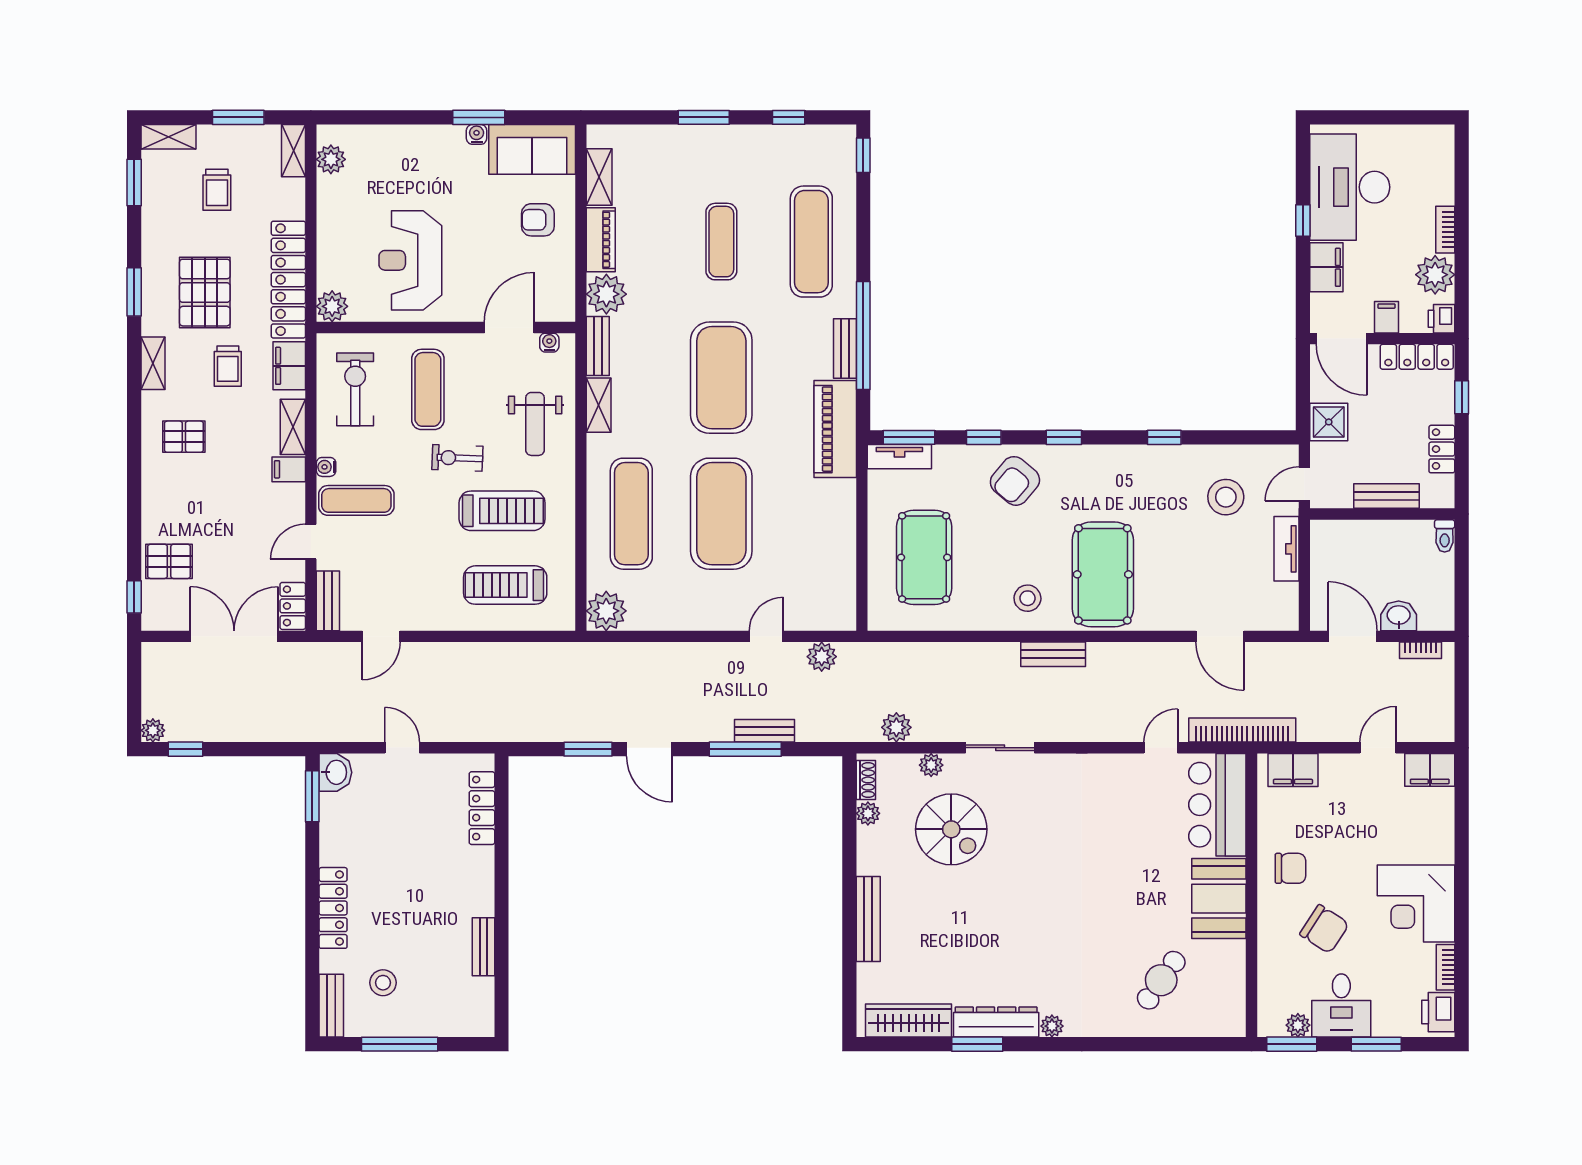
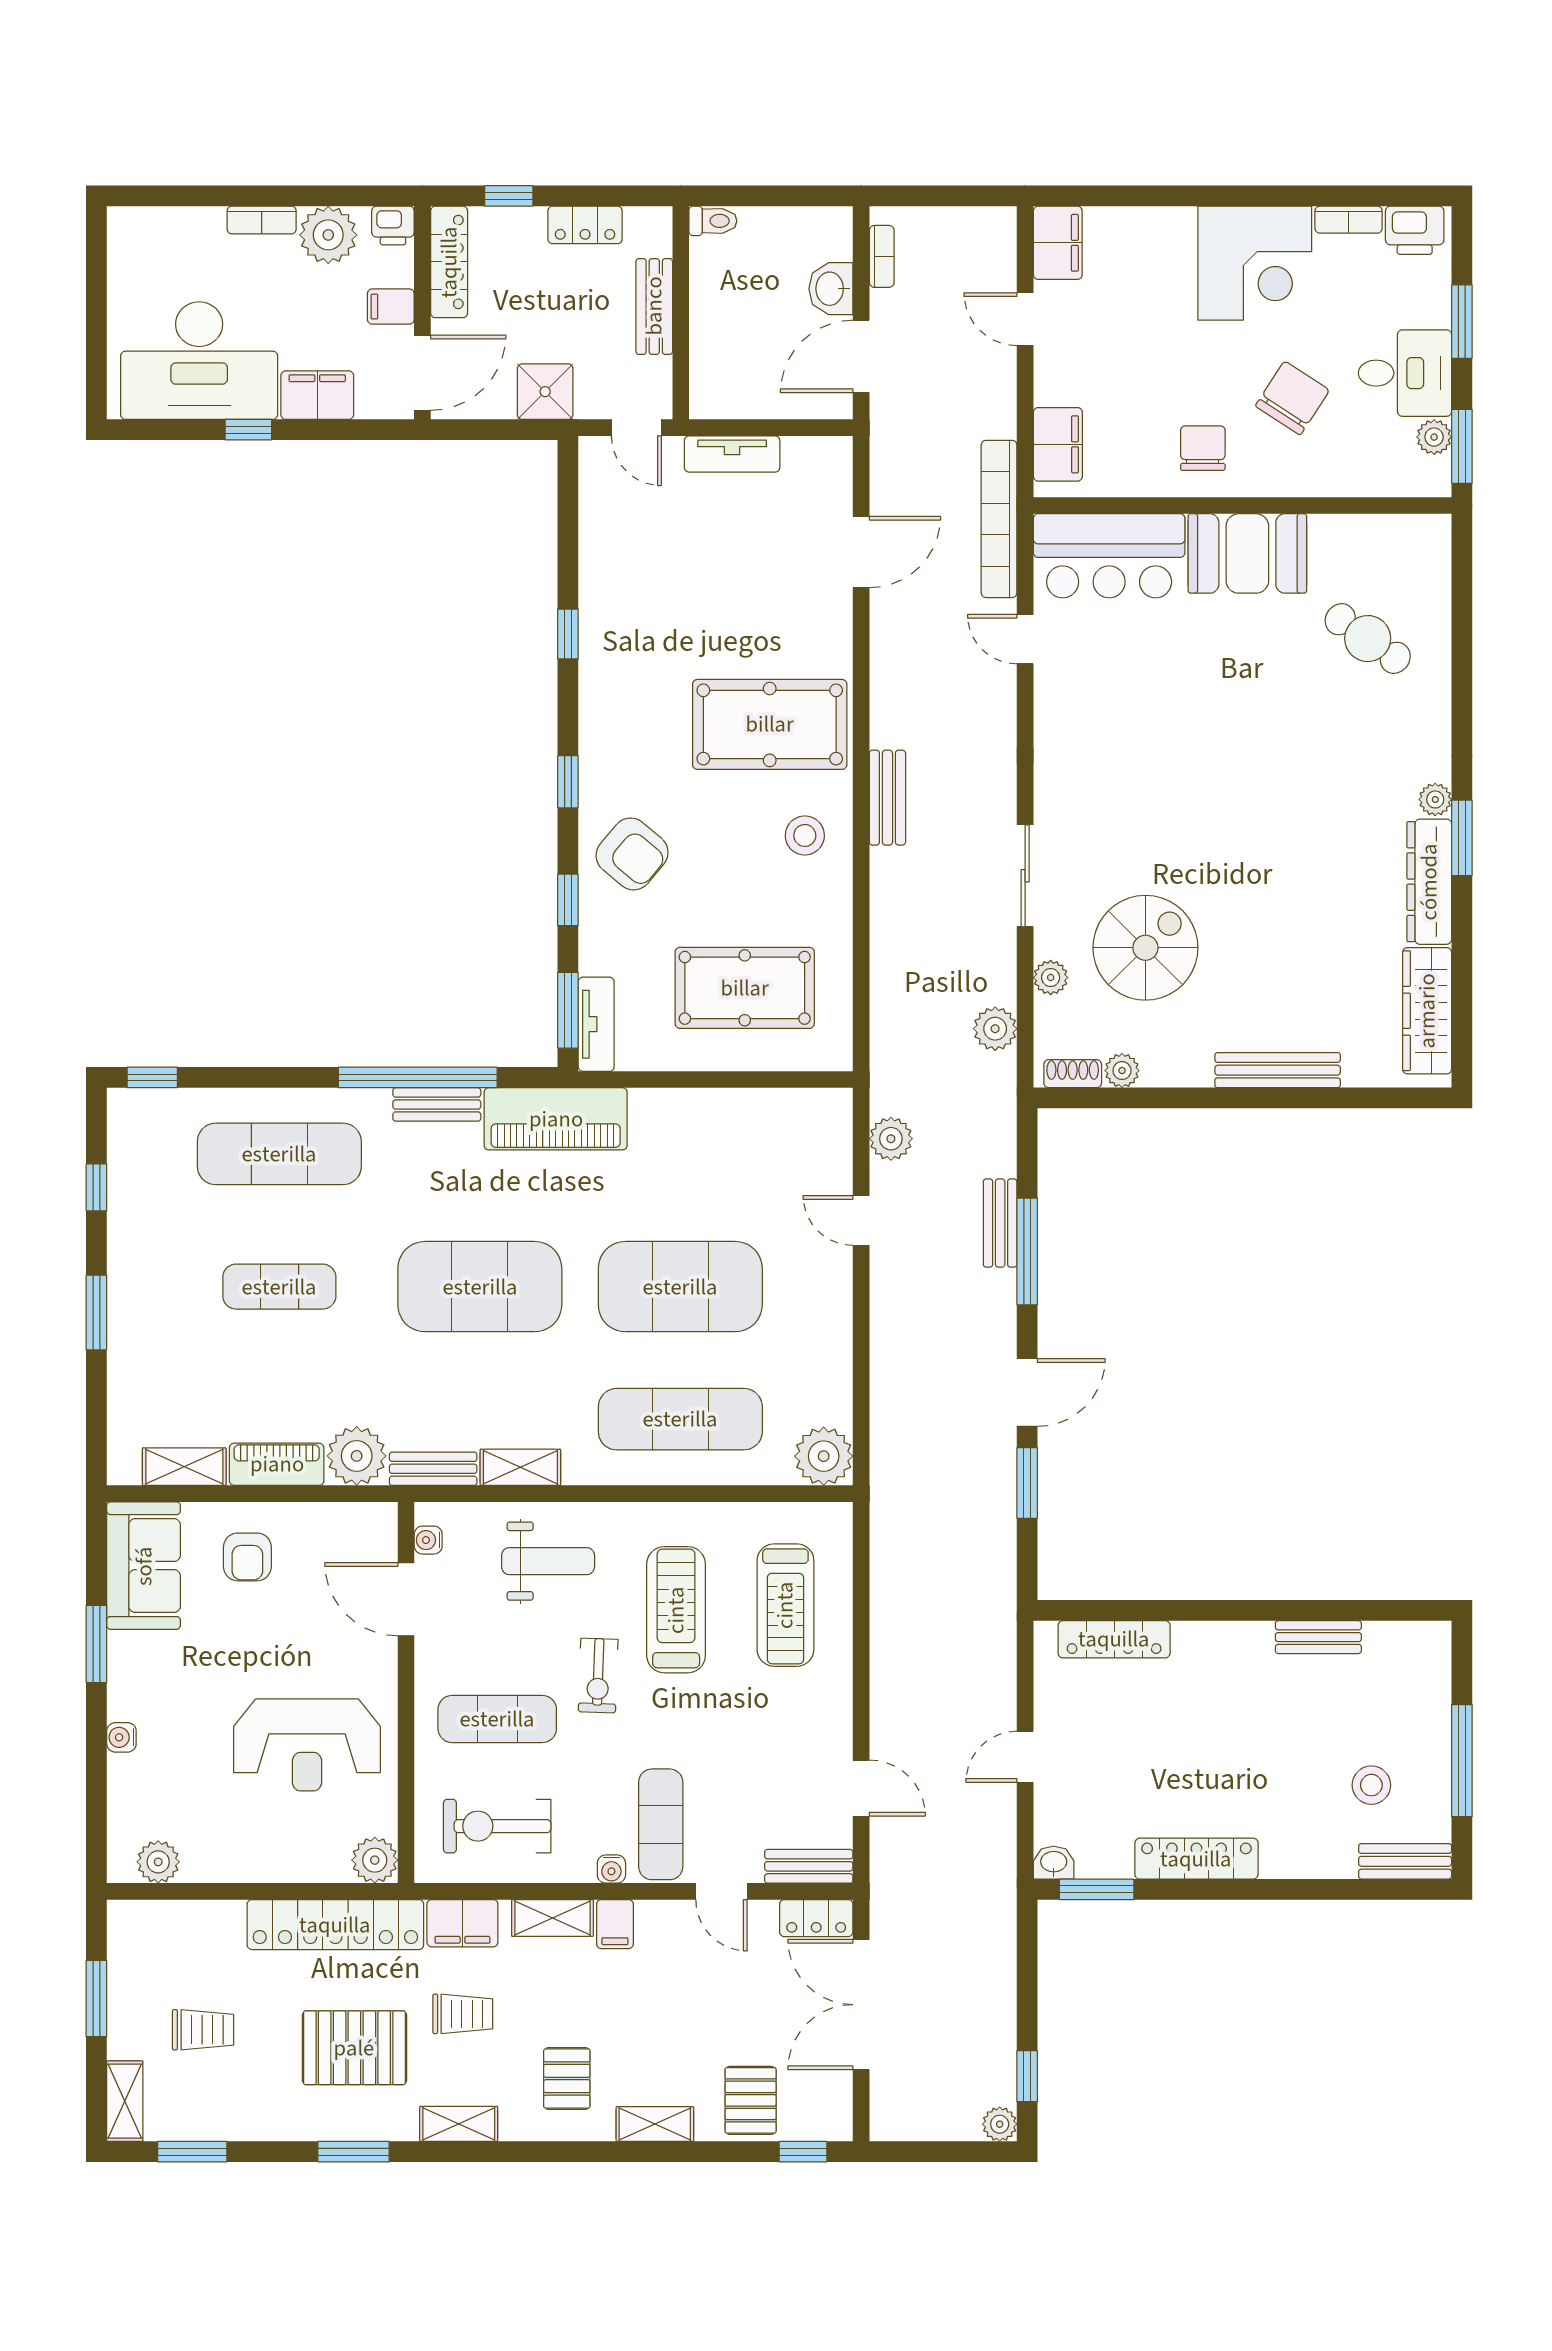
water cooler: (477, 134) -> (121, 1737), moved
shelving: (294, 151) -> (655, 2124), moved
stool: (1226, 497) -> (656, 543), removed
washbasin: (335, 772) -> (1054, 1863), width x0.72, depth x0.69
locker: (333, 908) -> (1196, 1859), moved
window: (977, 1044) -> (1462, 838), moved

